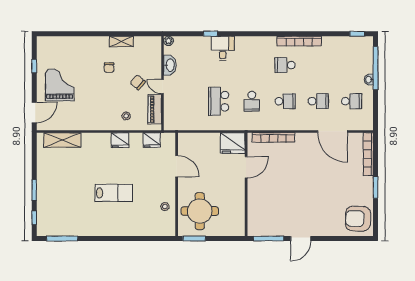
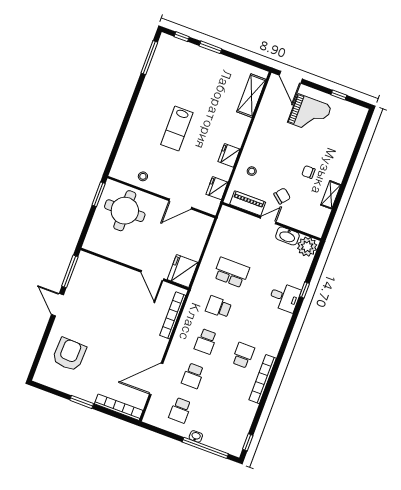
plant: (169, 41) -> (307, 247), width x1.87, depth x1.87
armchair: (358, 219) -> (69, 354), moved

